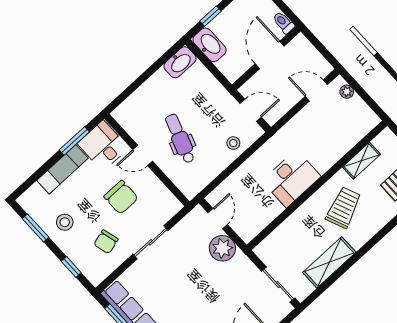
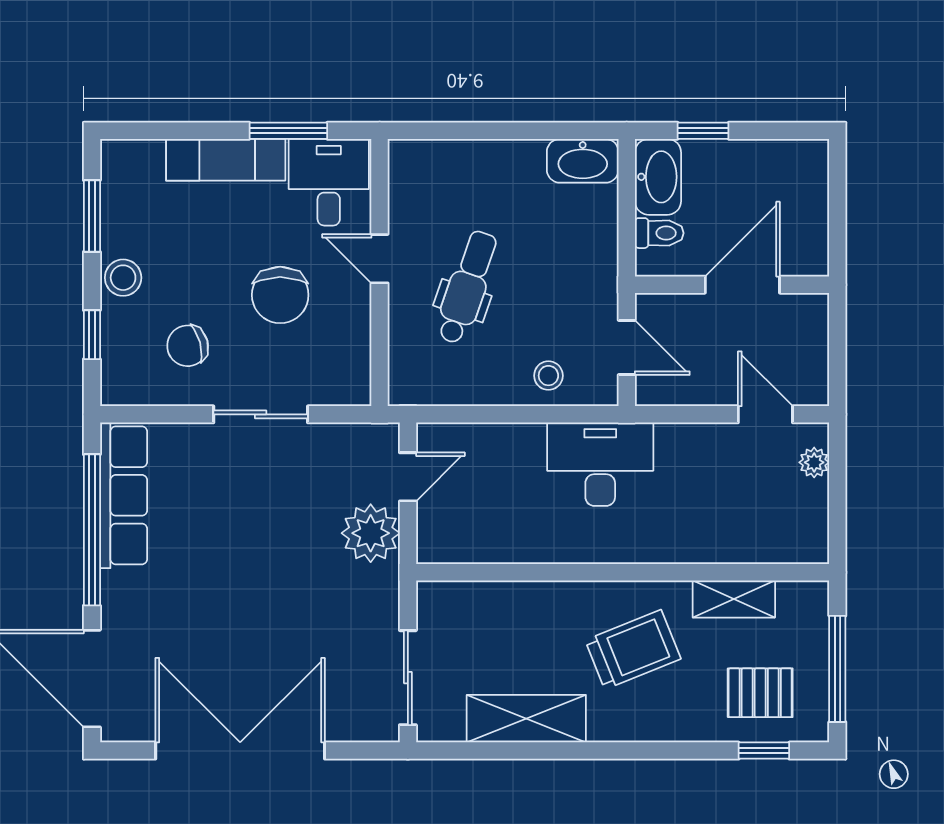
toilet: (283, 23) -> (659, 233), moved, turned 90
desk: (291, 179) -> (600, 464), moved, turned 180
stool: (65, 222) -> (123, 278), moved

